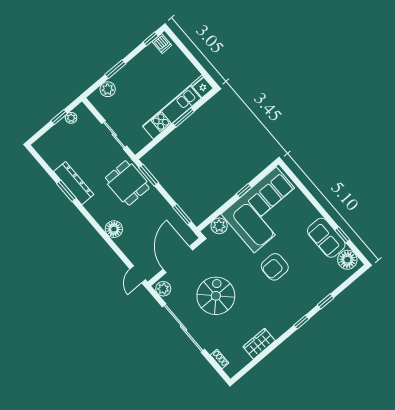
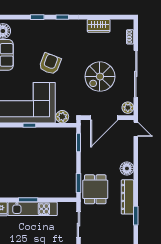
dresser: (74, 183) -> (127, 197), moved
armchair: (275, 267) -> (50, 64), turned -69
door: (138, 274) -> (136, 129), hinge flipped

